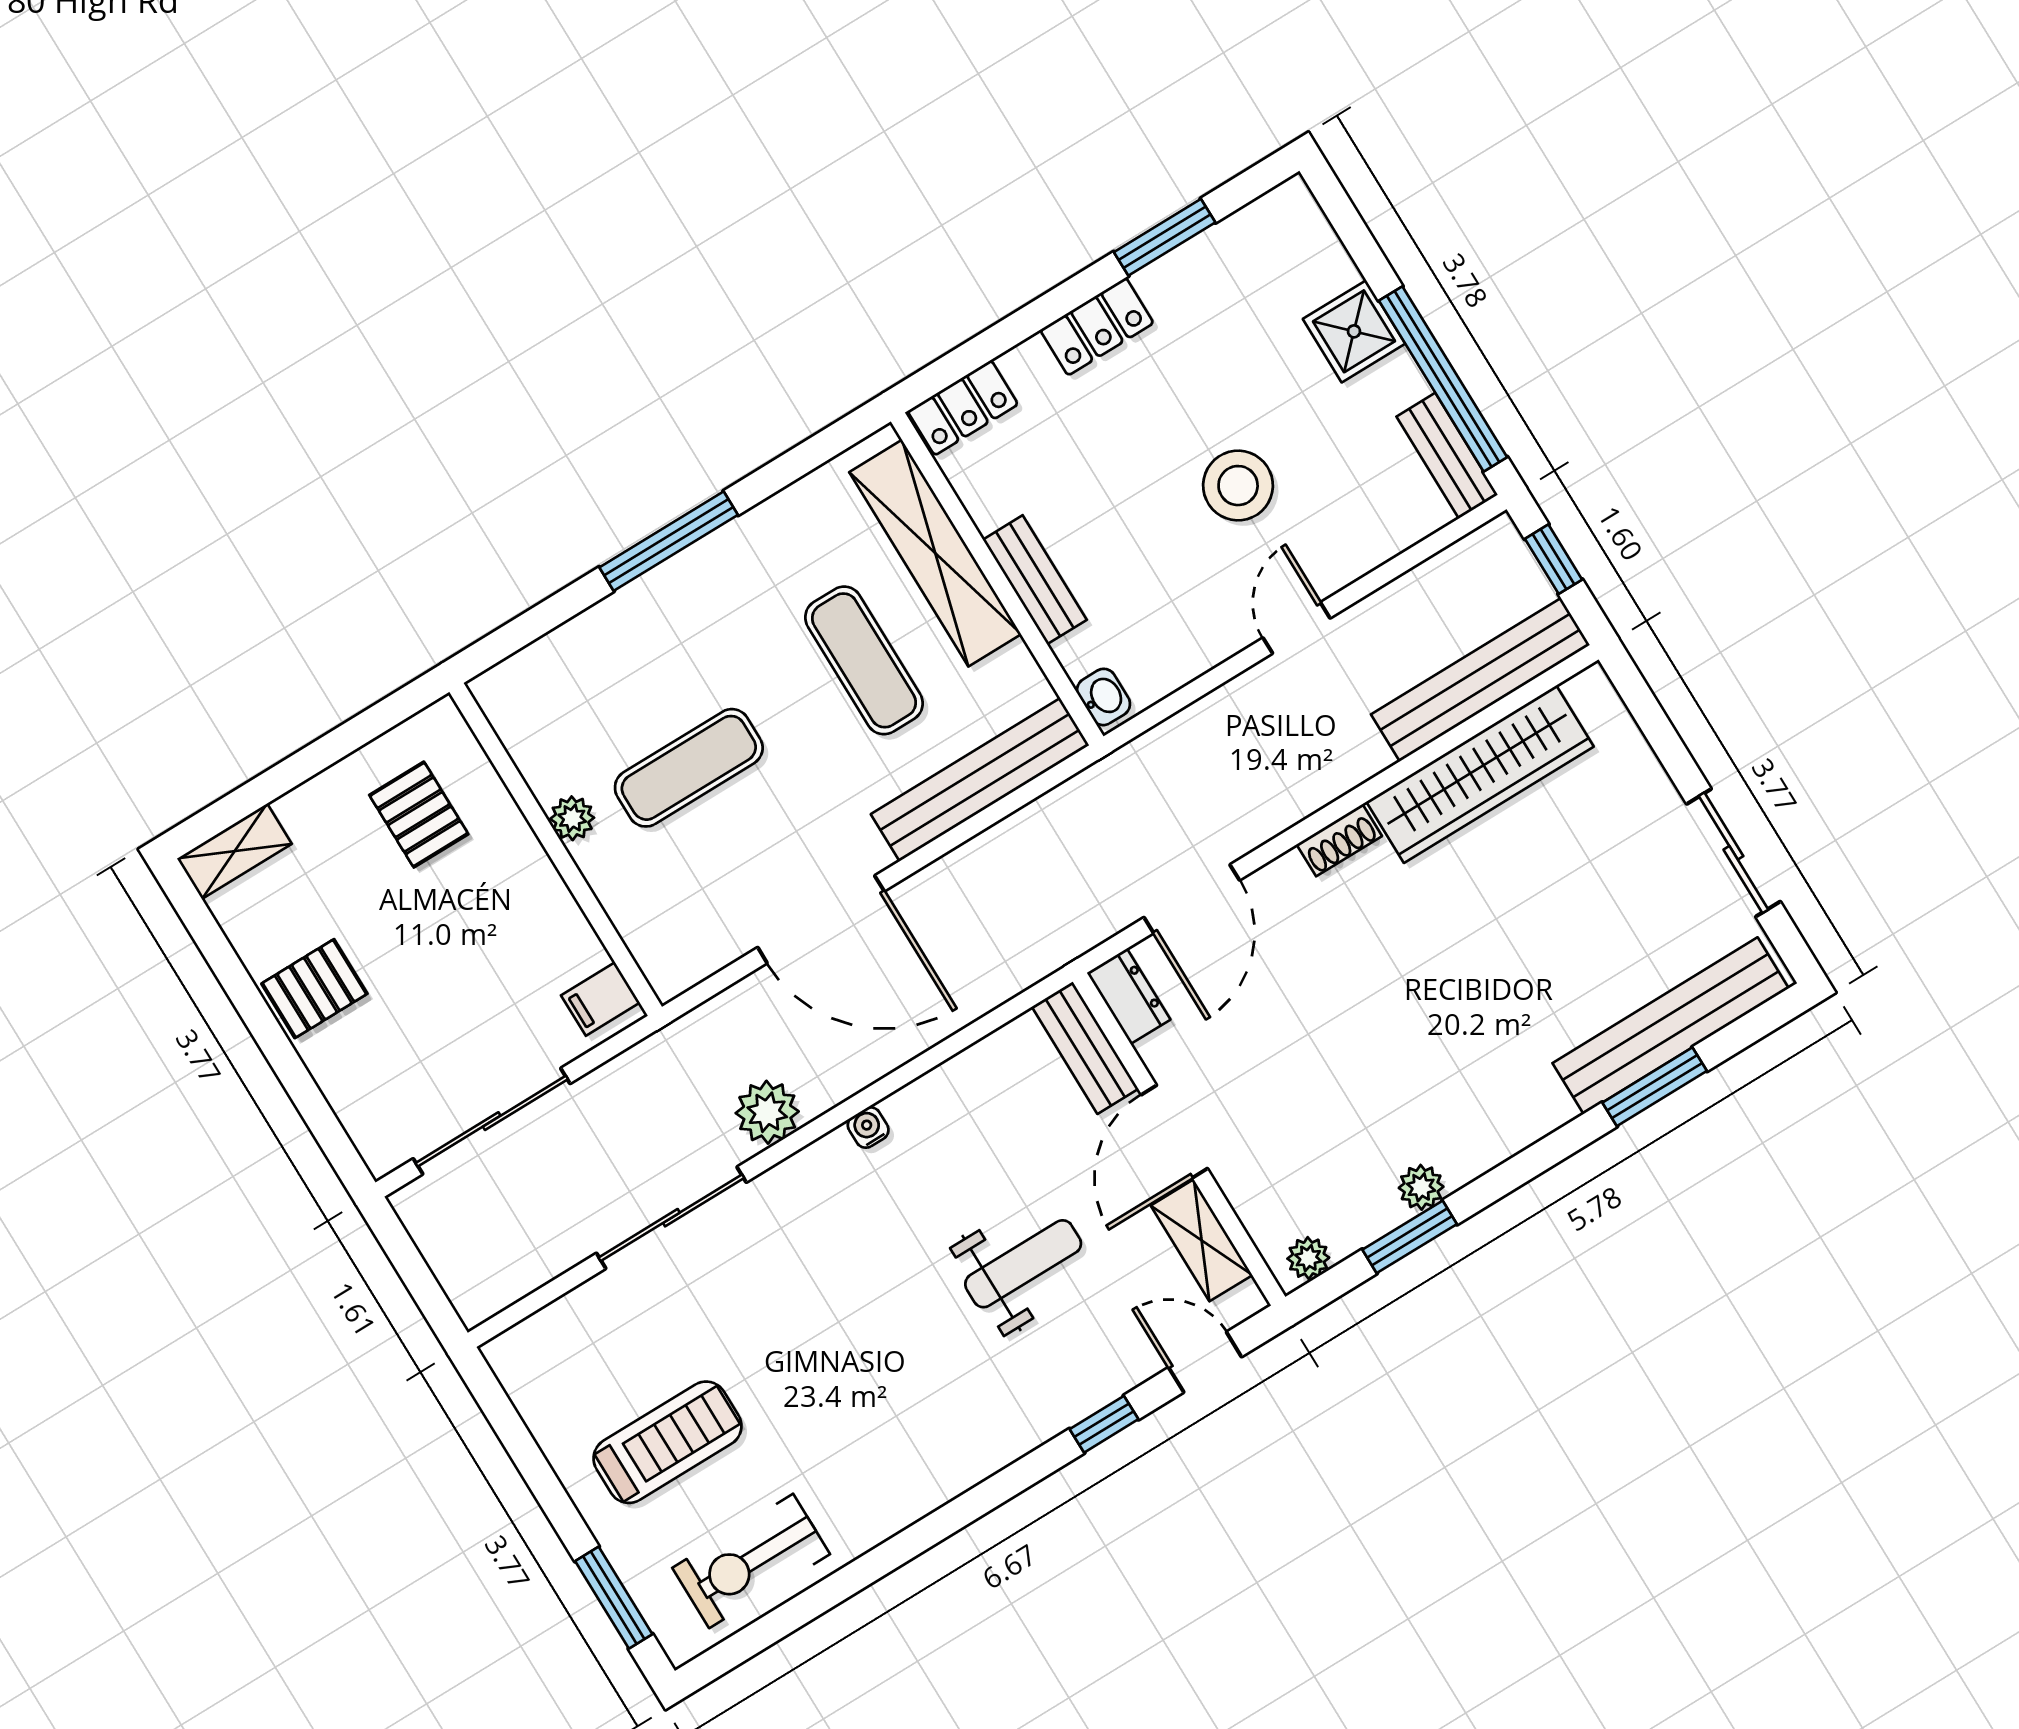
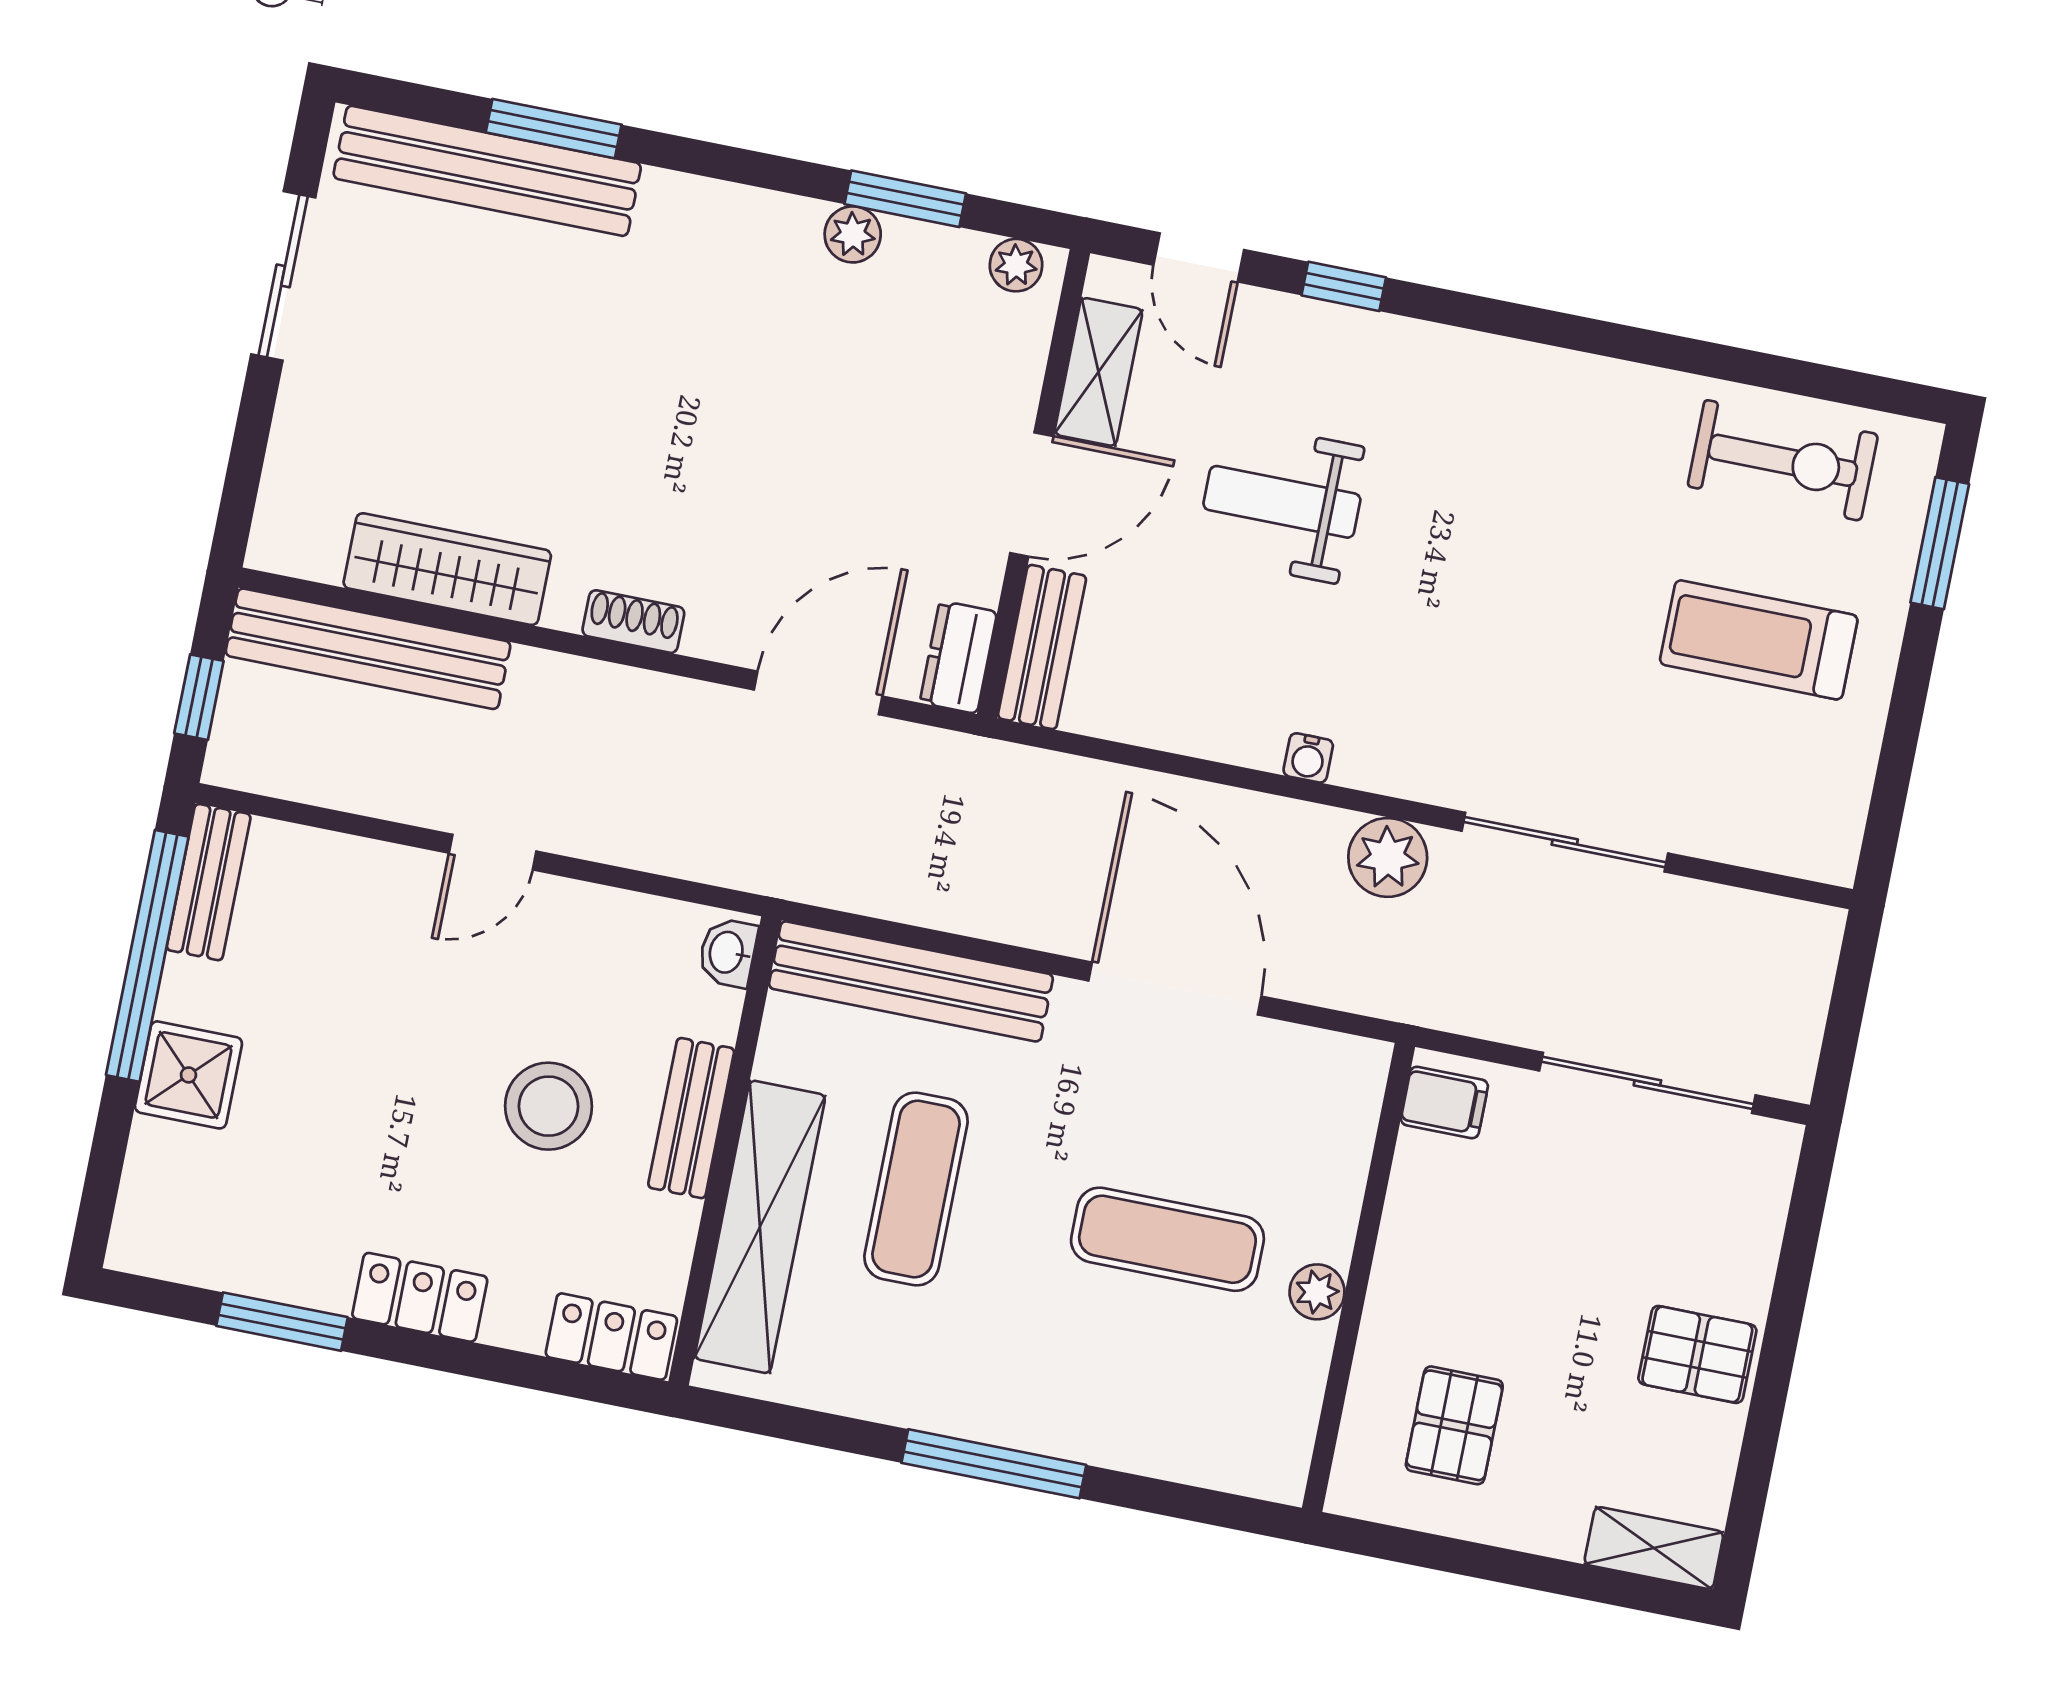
stool: (1238, 486) -> (549, 1106), moved
wardrobe: (1480, 774) -> (447, 569), width x0.71, depth x0.85

